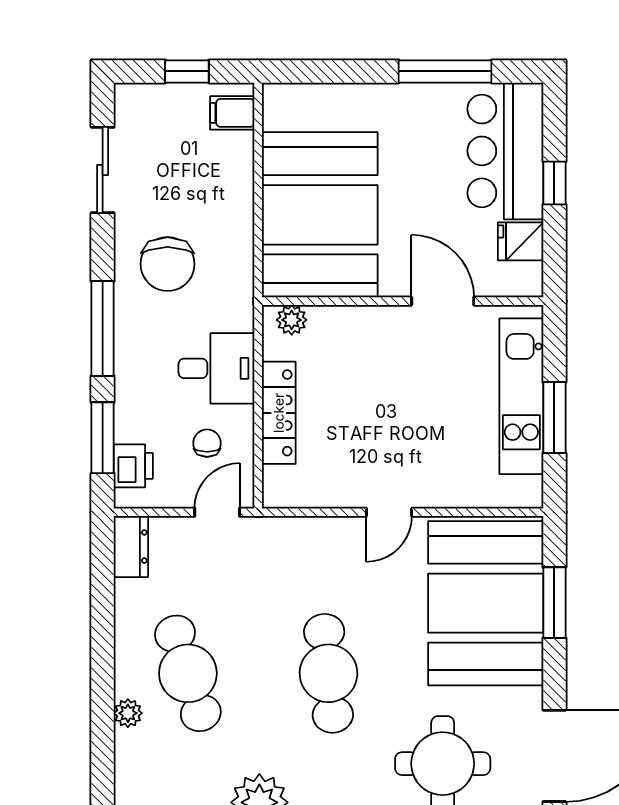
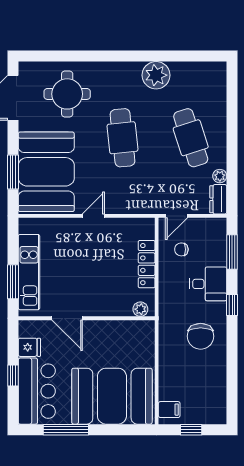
sliding door: (103, 170) -> (232, 382), removed
booth: (320, 215) -> (112, 396), moved, turned 90
chair: (168, 264) -> (201, 336), turned 180
window: (103, 328) -> (232, 305), width x0.46
desk: (216, 368) -> (208, 284), moved, turned 180
window: (554, 418) -> (13, 282), moved
chair: (207, 443) -> (181, 249), turned 90
printer: (133, 466) -> (217, 238), removed
plant: (128, 713) -> (220, 176), moved

